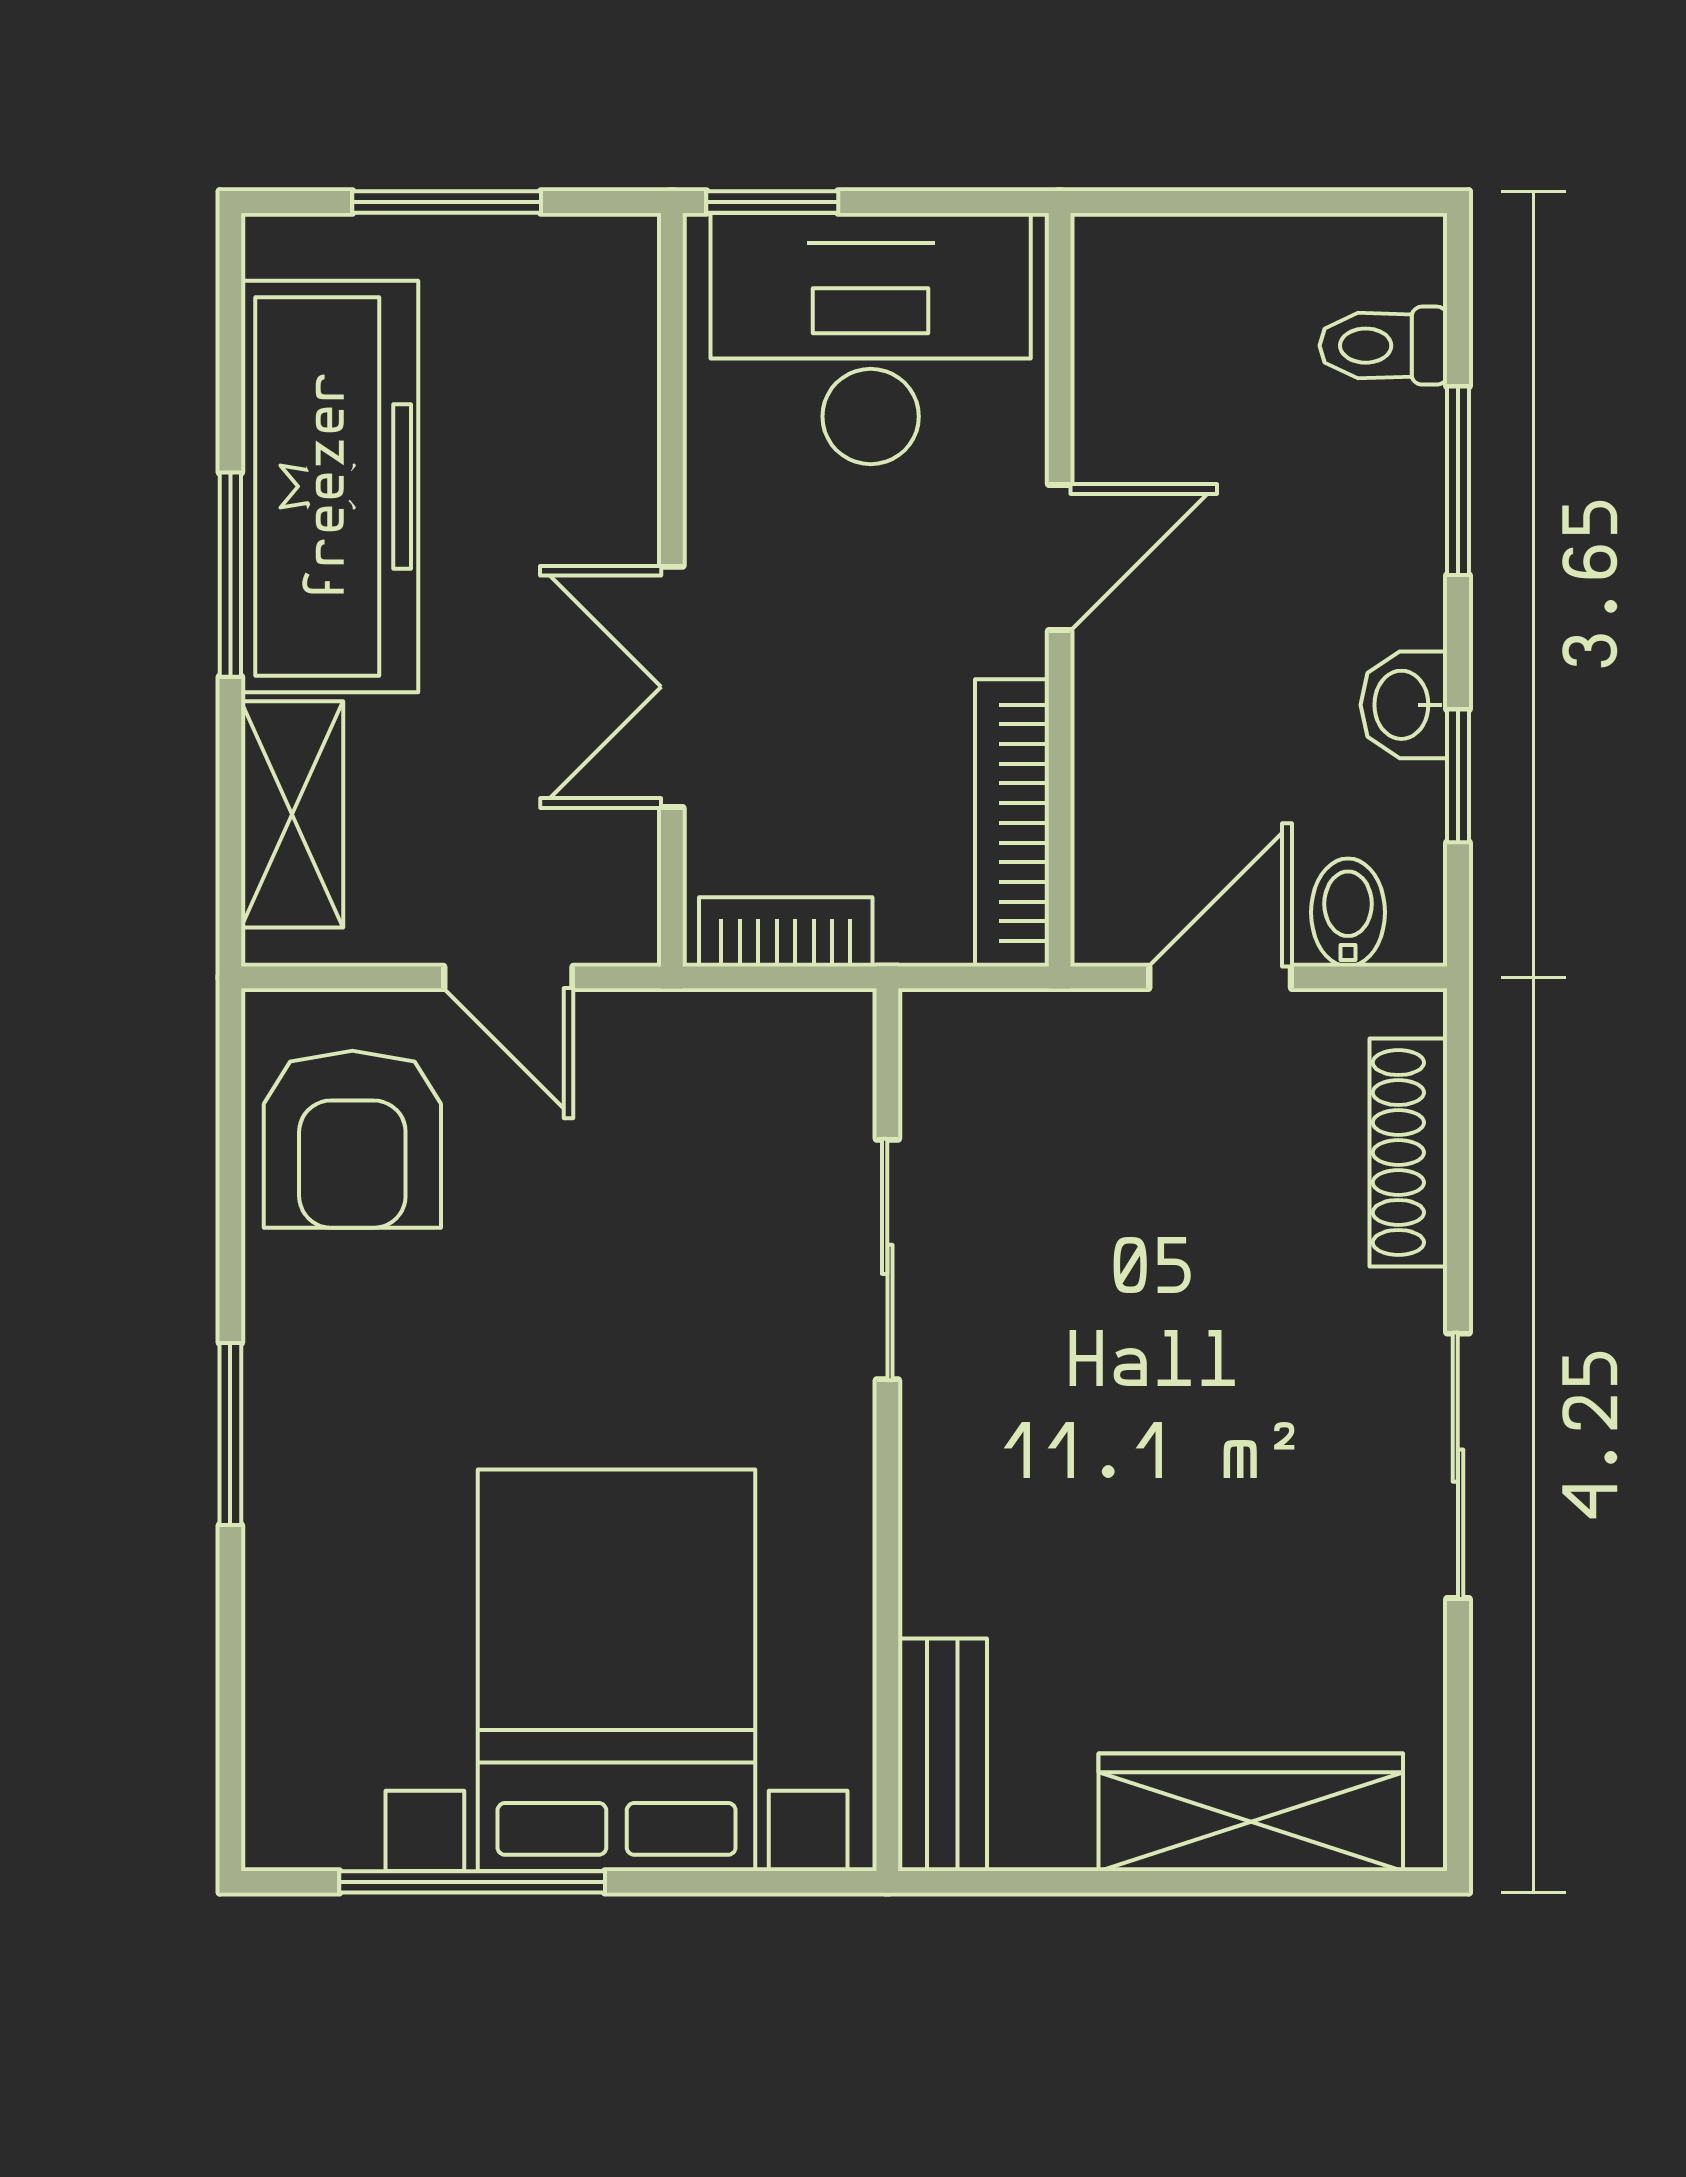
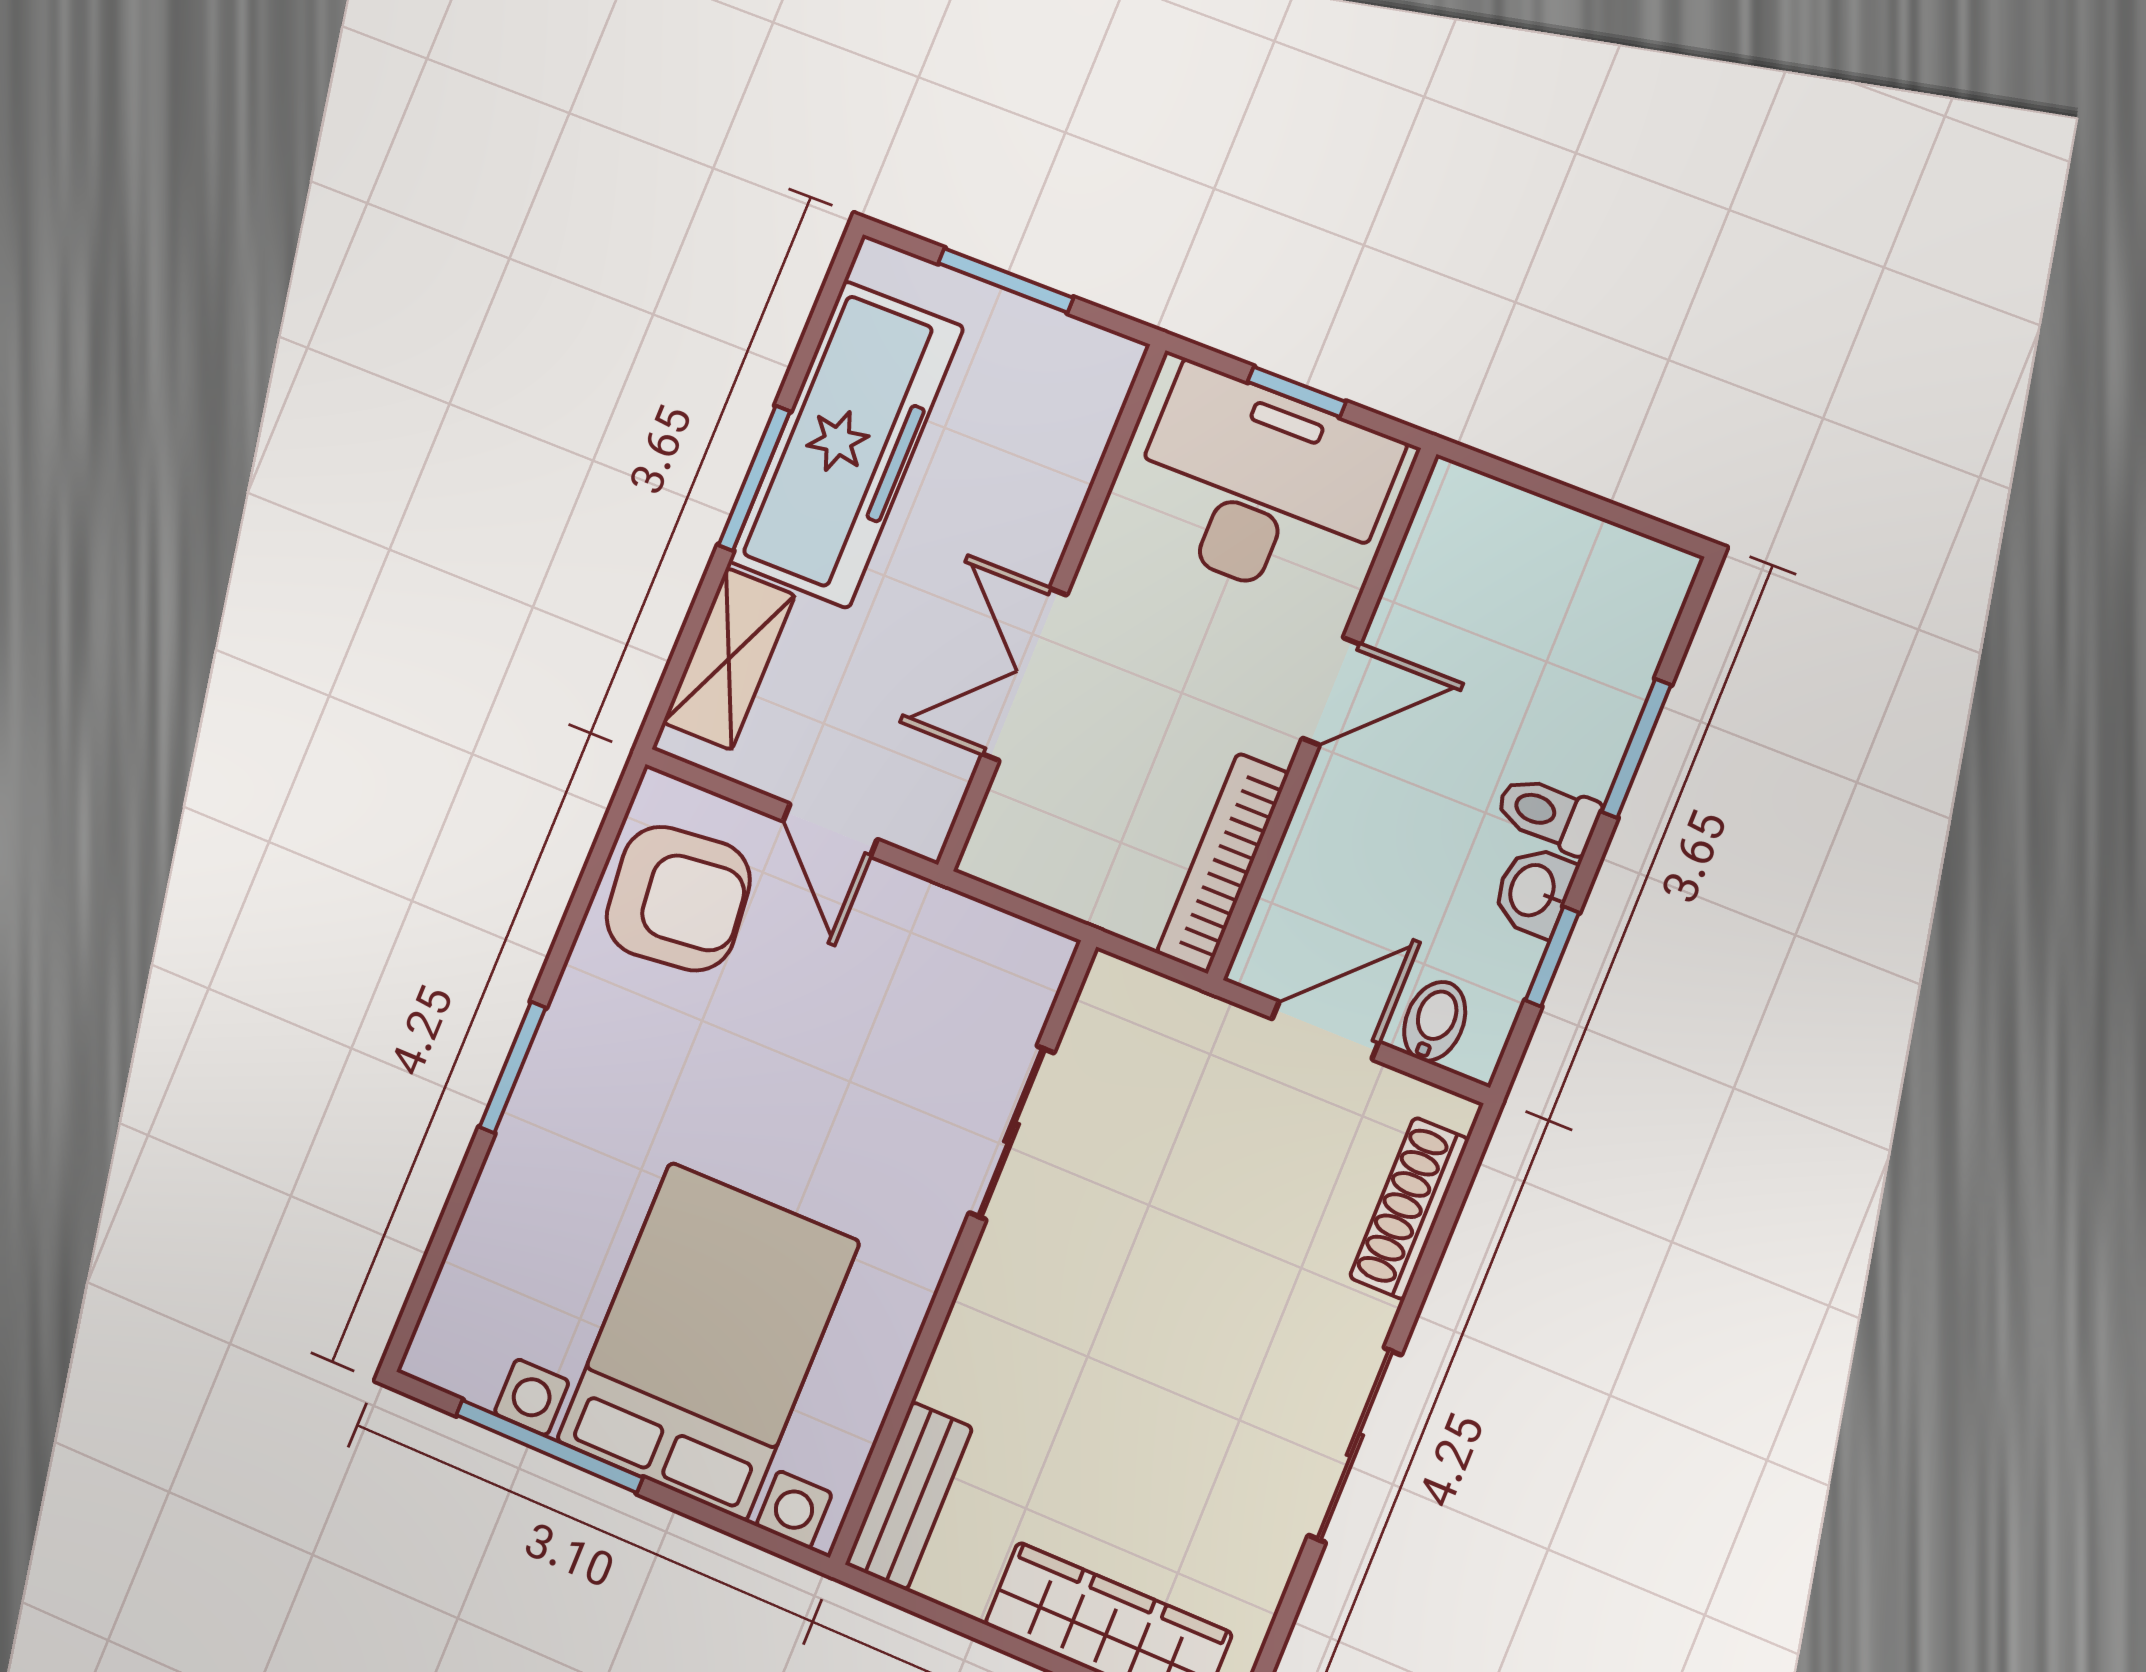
window: (772, 202) -> (1297, 392), moved
toilet: (1383, 346) -> (1548, 814), moved
bookcase: (786, 932) -> (1034, 876), removed
armchair: (352, 1139) -> (678, 899), turned -96

